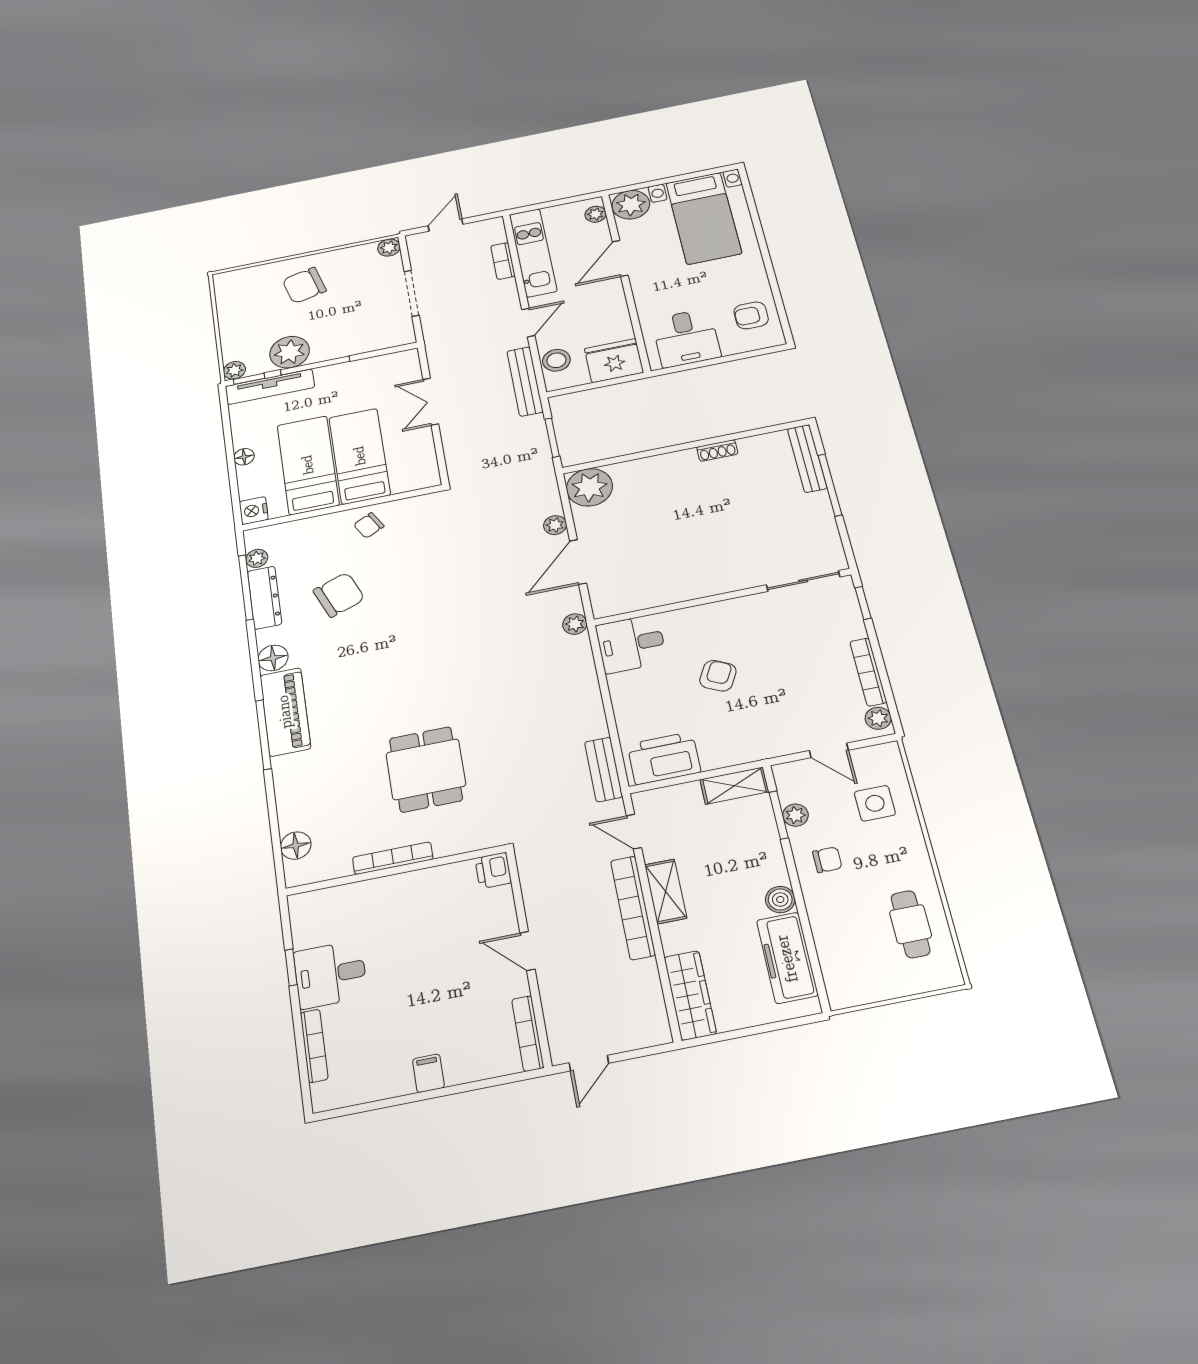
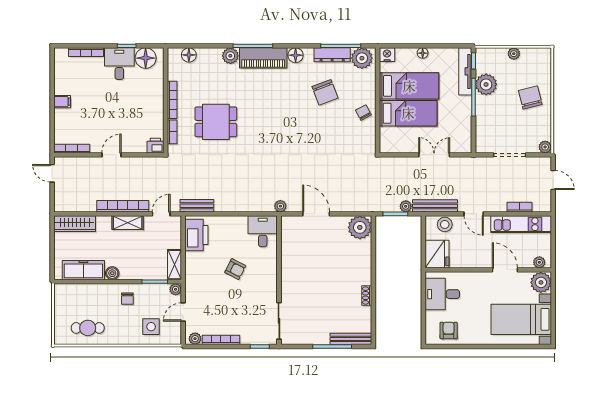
plant: (234, 370) -> (514, 54), moved
plant: (555, 525) -> (406, 206), moved
plant: (257, 558) -> (362, 58), width x1.87, depth x1.87
plant: (288, 770) -> (230, 56), added
plant: (795, 815) -> (176, 289), moved
bookcase: (459, 845) -> (172, 132), added
floor lamp: (312, 926) -> (146, 58), added

